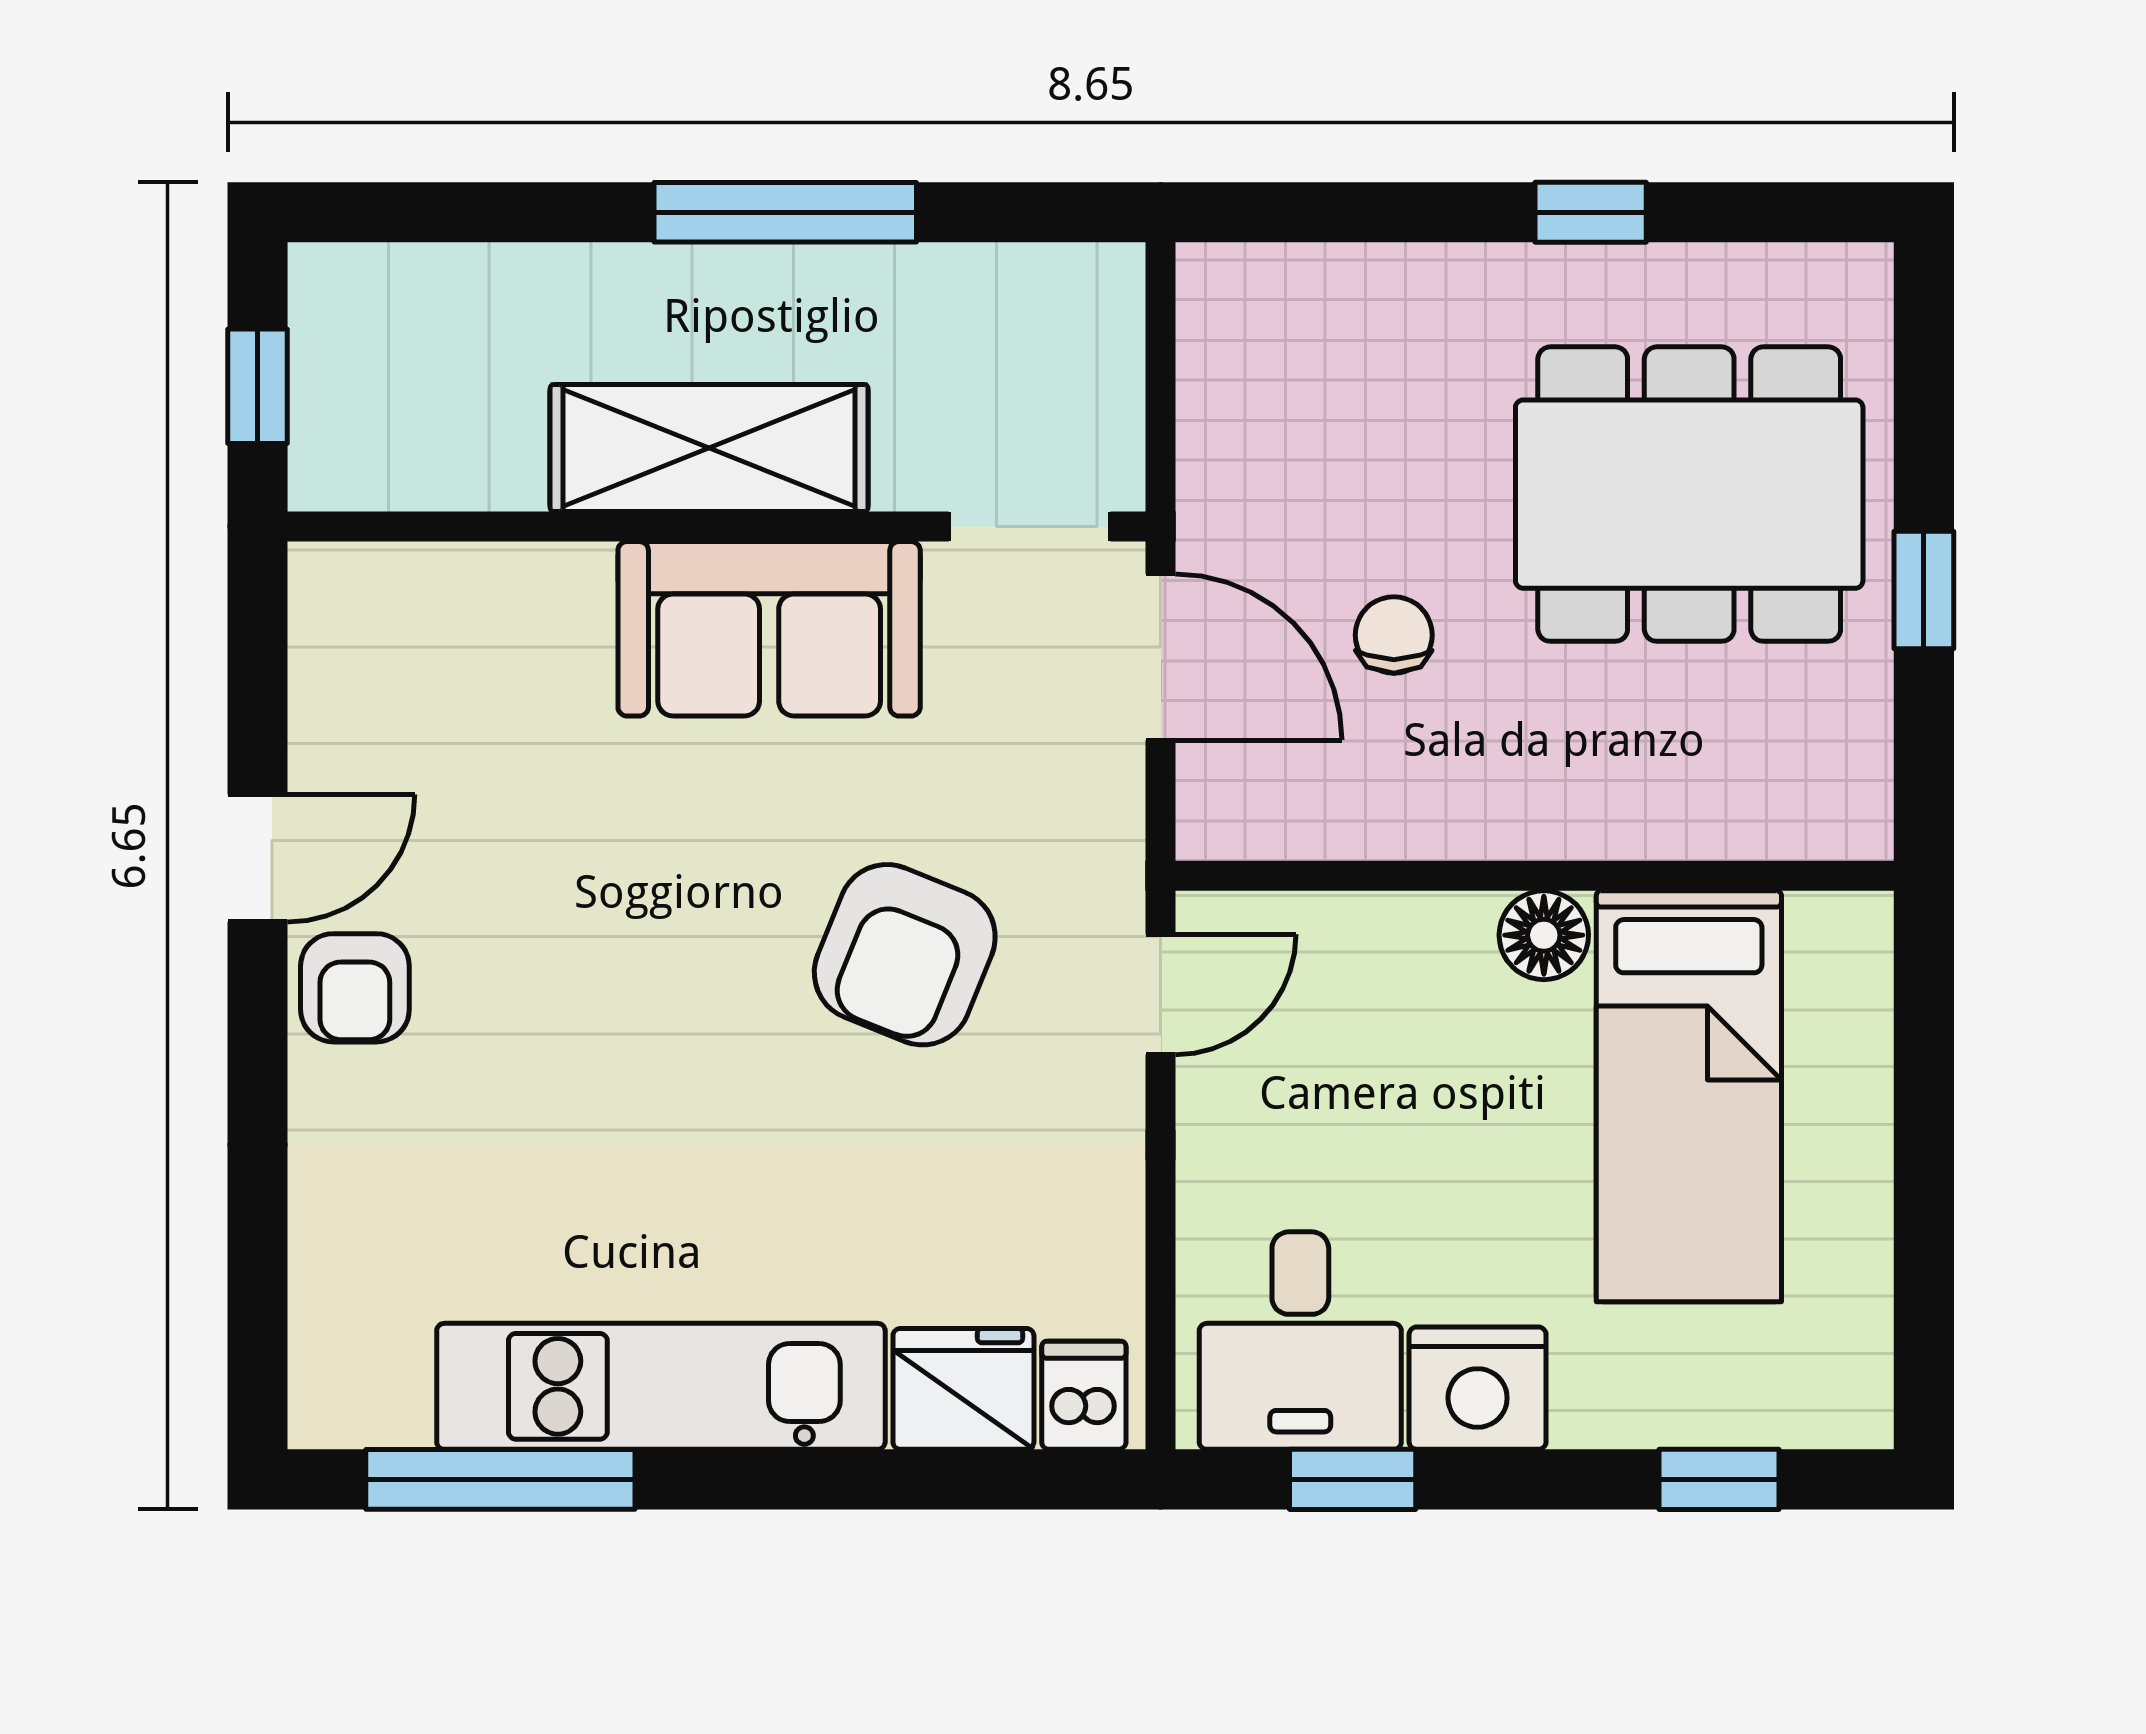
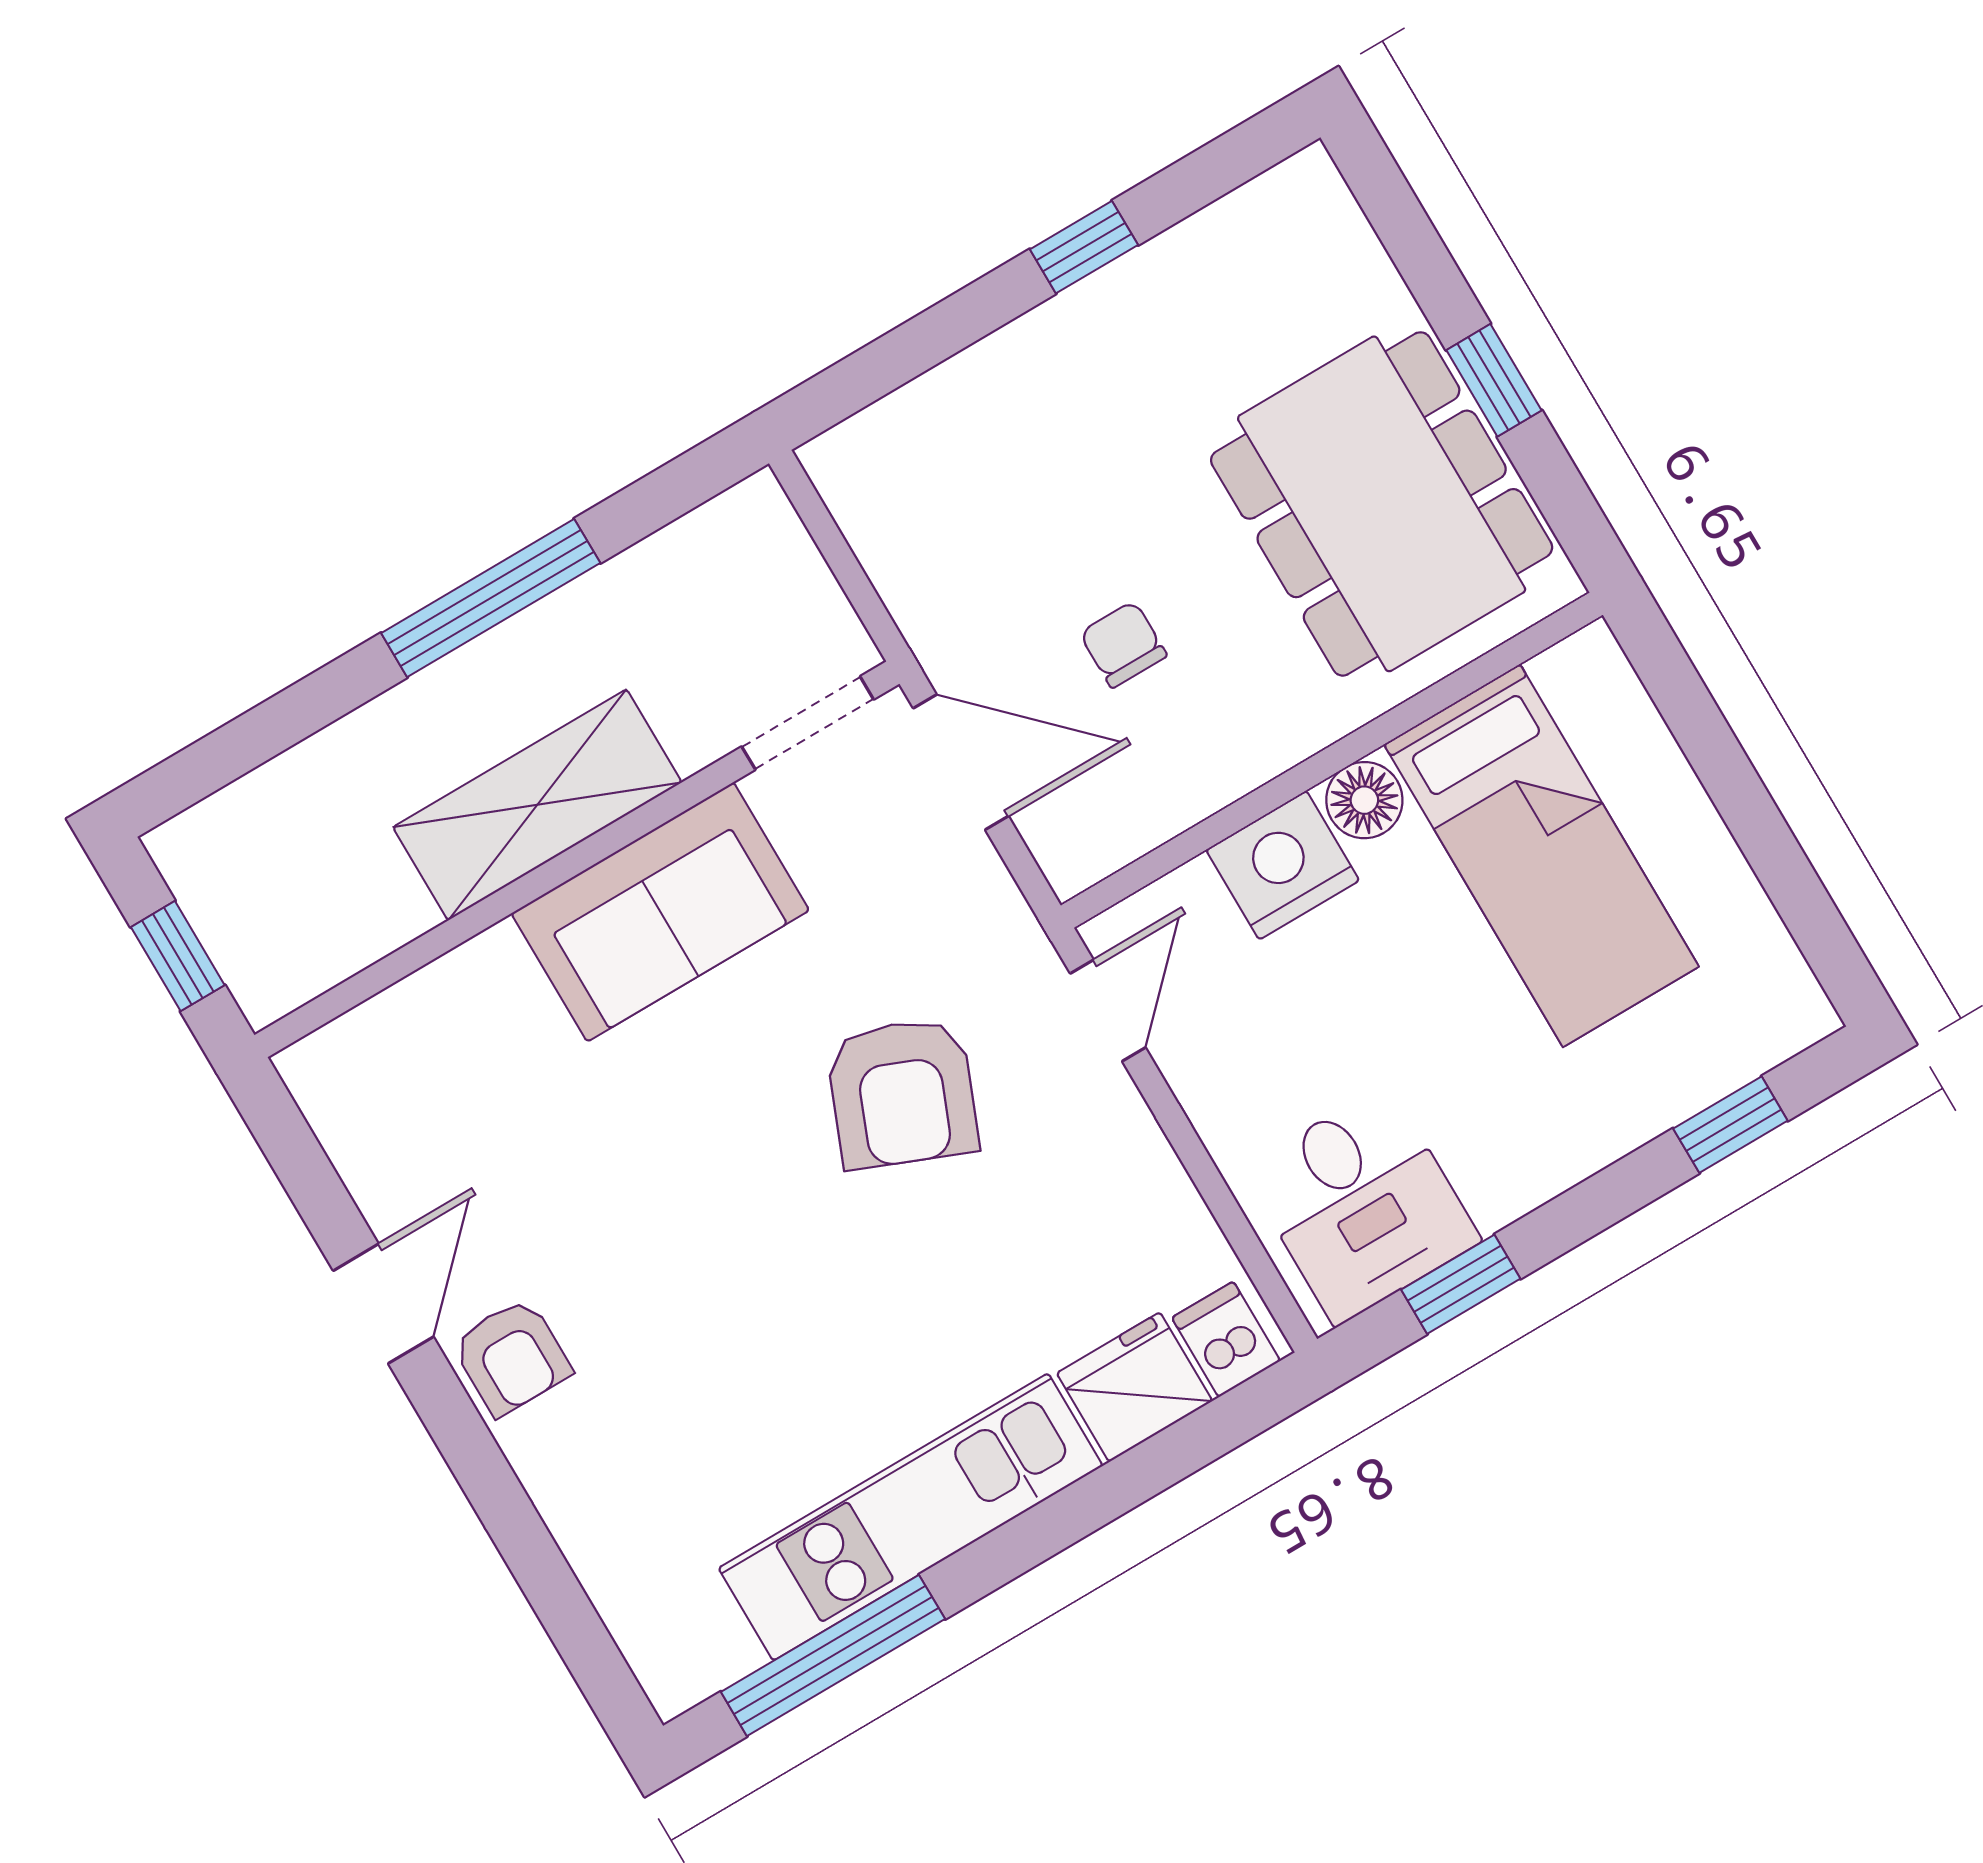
dining table: (1689, 494) -> (1382, 504), moved, turned 90
nightstand: (1478, 1388) -> (1283, 865), moved, turned 180

